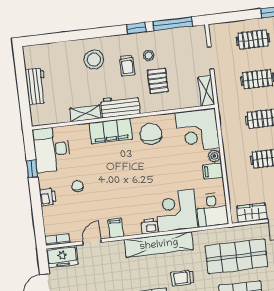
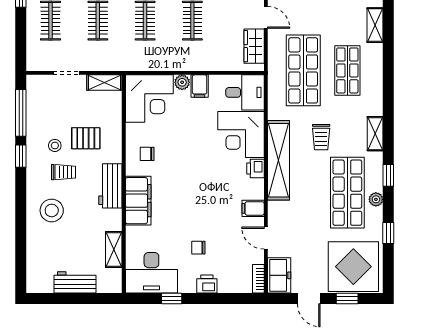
shelving: (86, 113) -> (114, 249), moved
chair: (151, 134) -> (147, 154), width x0.54, depth x0.54

